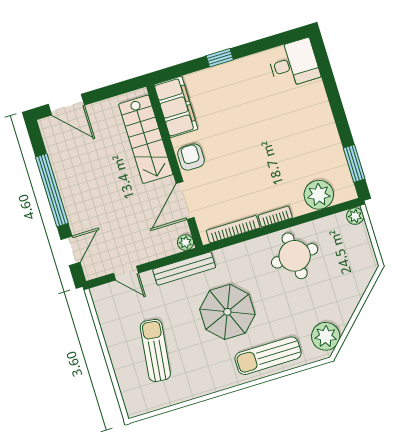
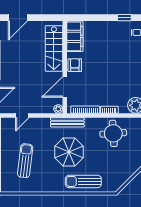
window: (220, 58) -> (124, 18), moved
door: (66, 105) -> (18, 18), hinge flipped
bench: (184, 268) -> (67, 122), moved
door: (126, 273) -> (22, 115), hinge flipped
plant: (326, 336) -> (117, 181), removed

